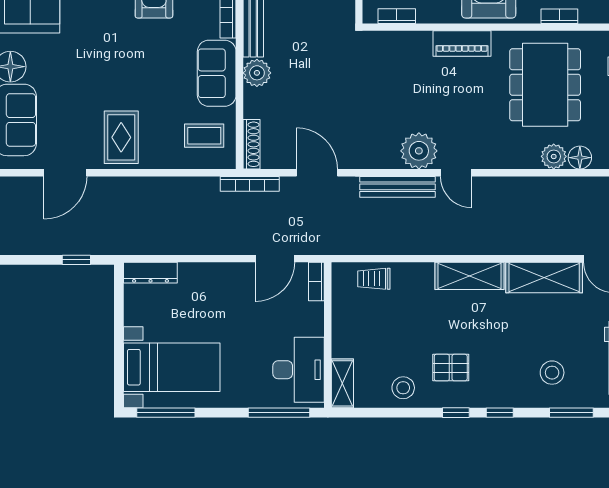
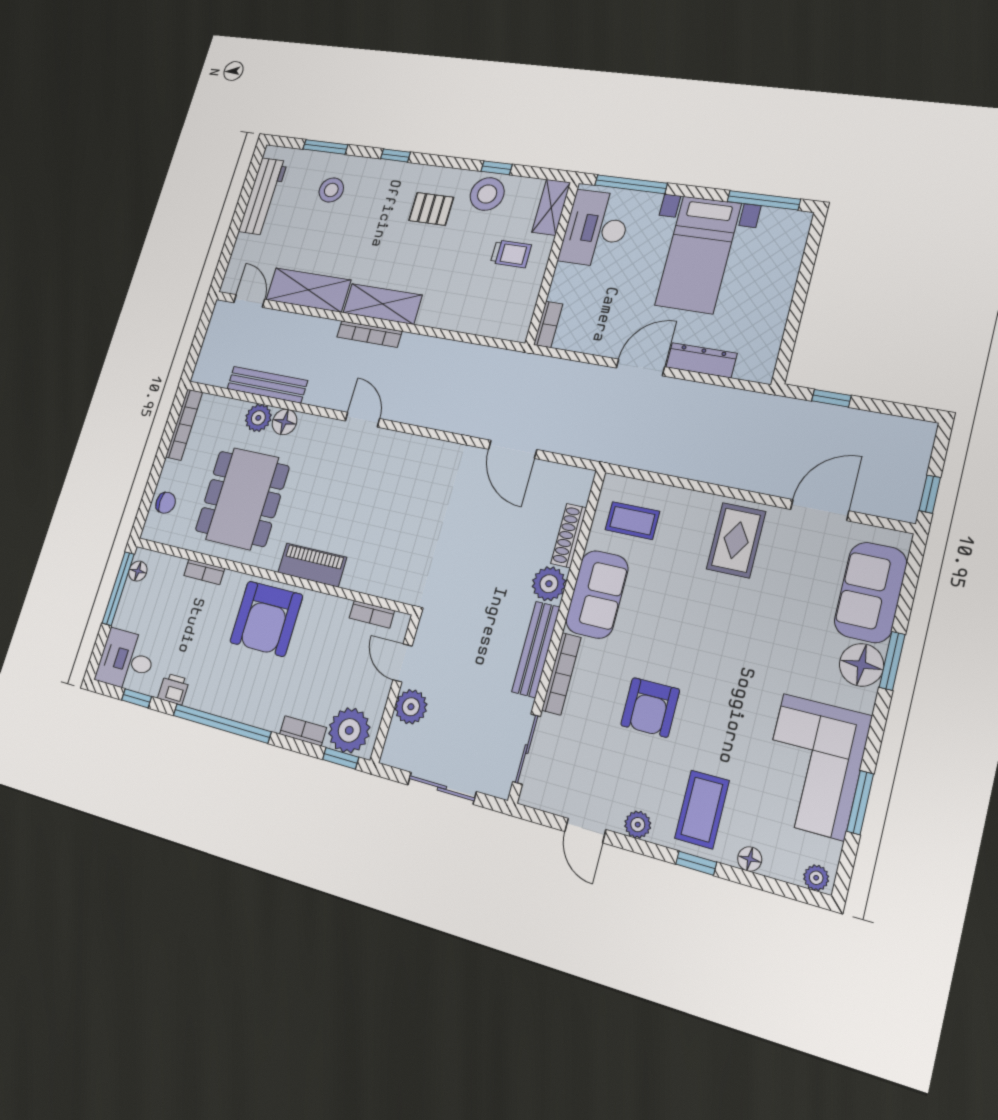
shoe rack: (252, 144) -> (569, 536), moved
plant: (419, 151) -> (394, 452), removed
floor lamp: (580, 158) -> (284, 422), moved
bookcase: (250, 184) -> (369, 334), moved, turned 180
bench: (398, 187) -> (267, 385), moved
door: (275, 259) -> (640, 367), moved
dresser: (150, 273) -> (701, 360), moved
trolley: (374, 279) -> (511, 254), moved
bed with nightstands: (172, 367) -> (698, 254), moved, turned -90
stool: (403, 388) -> (487, 194), width x1.38, depth x1.38
window: (456, 413) -> (497, 168), moved

